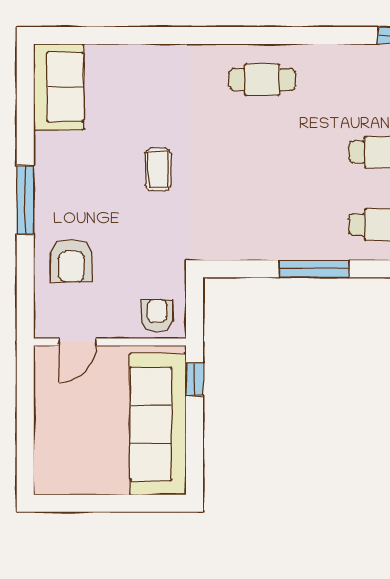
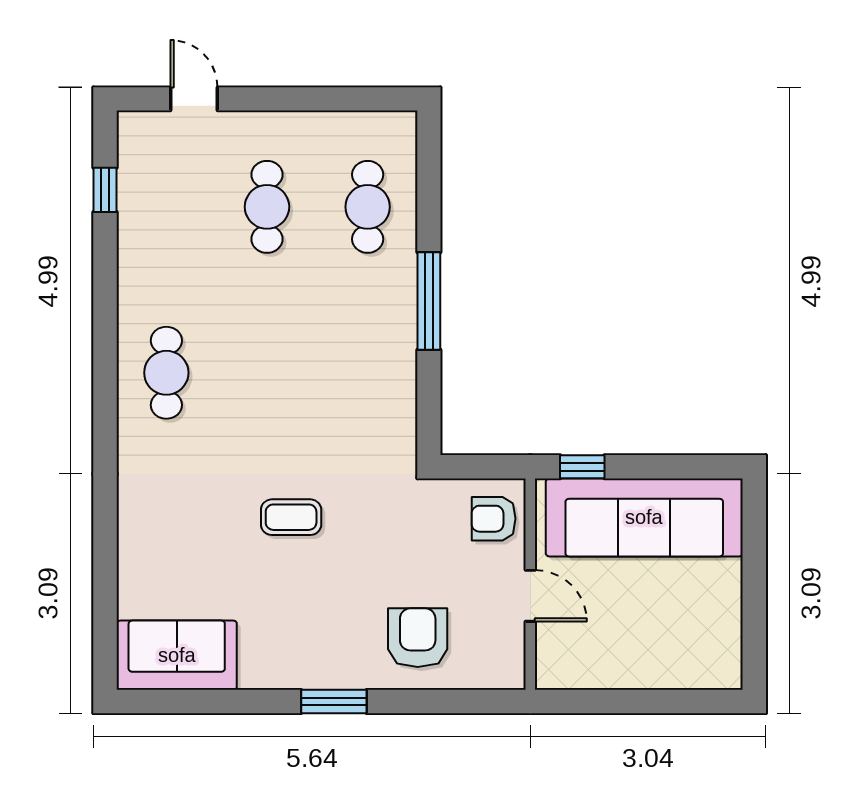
window: (25, 200) -> (334, 701), width x0.69
armchair: (71, 261) -> (418, 638), turned -90
door: (78, 342) -> (530, 596), moved

